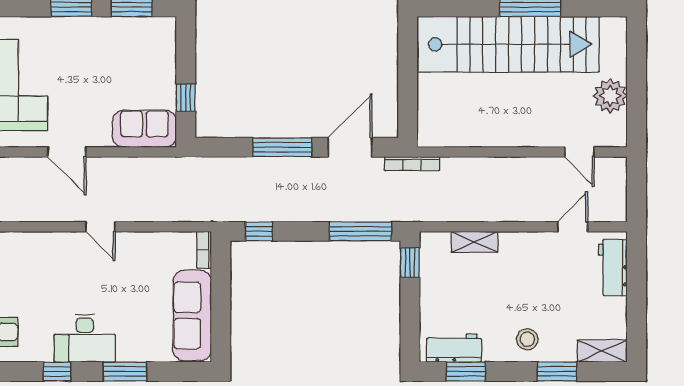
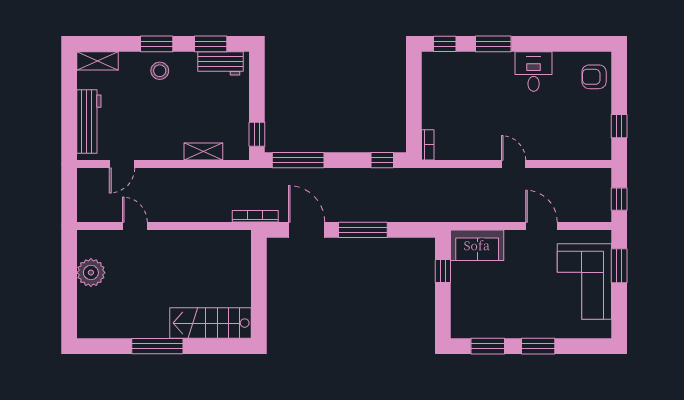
stairs: (508, 44) -> (211, 323), width x0.54, depth x0.66
door: (350, 147) -> (307, 230), swing flipped
door: (579, 152) -> (135, 226), moved
workbench: (613, 267) -> (89, 121), width x1.38
sofa: (192, 315) -> (438, 90), removed
desk: (85, 338) -> (534, 72), width x0.73
window: (57, 371) -> (445, 44), moved
window: (557, 371) -> (157, 44), moved

